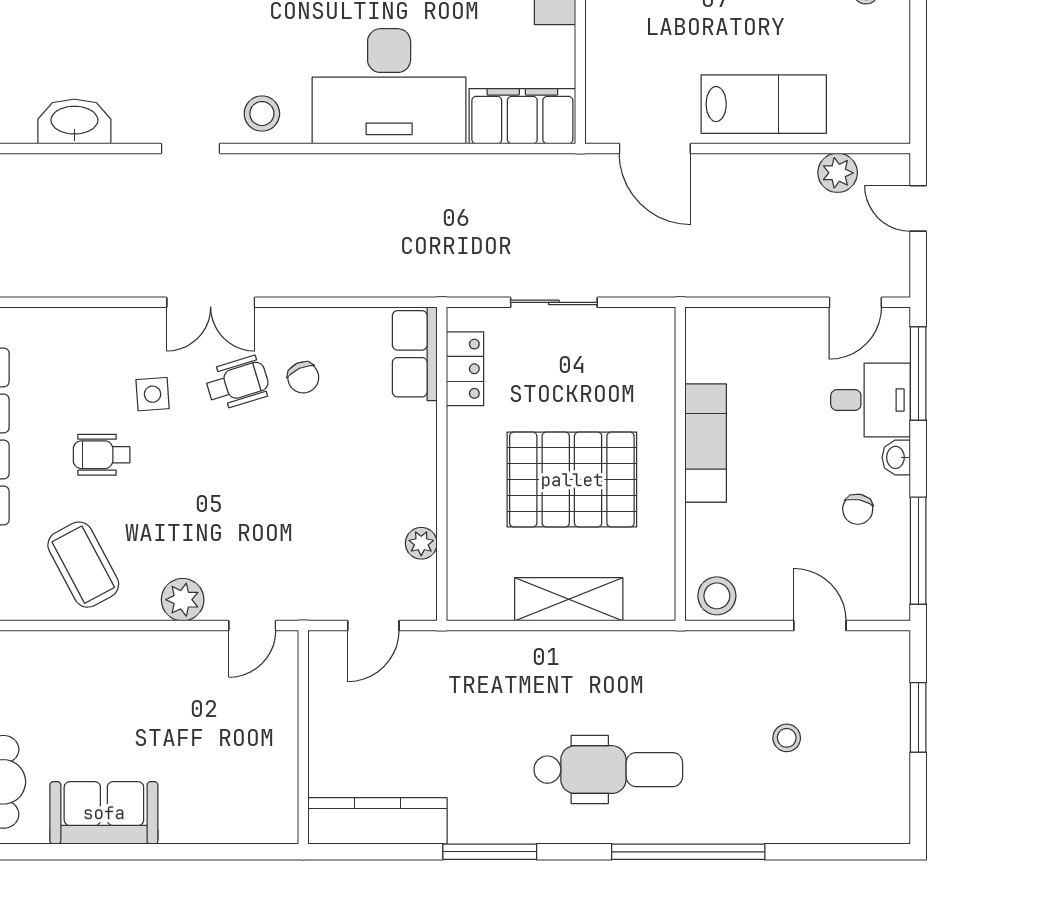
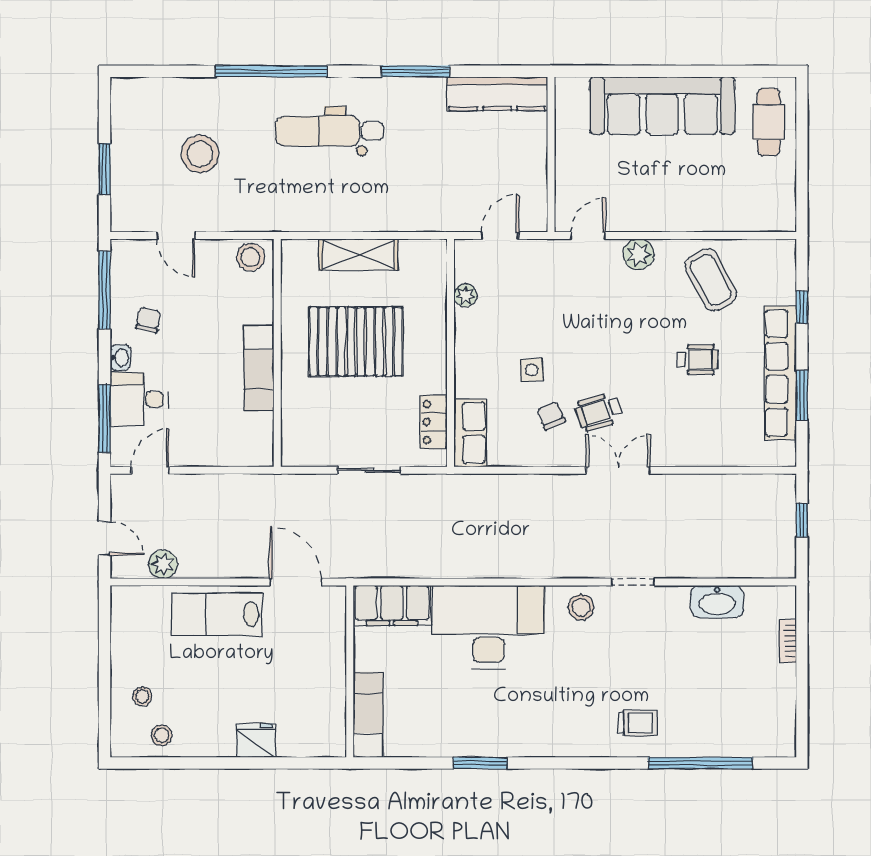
side table: (153, 394) -> (532, 370), moved
stool: (787, 738) -> (200, 154), width x1.89, depth x1.89
sofa: (104, 813) -> (662, 106), width x1.85, depth x1.27

